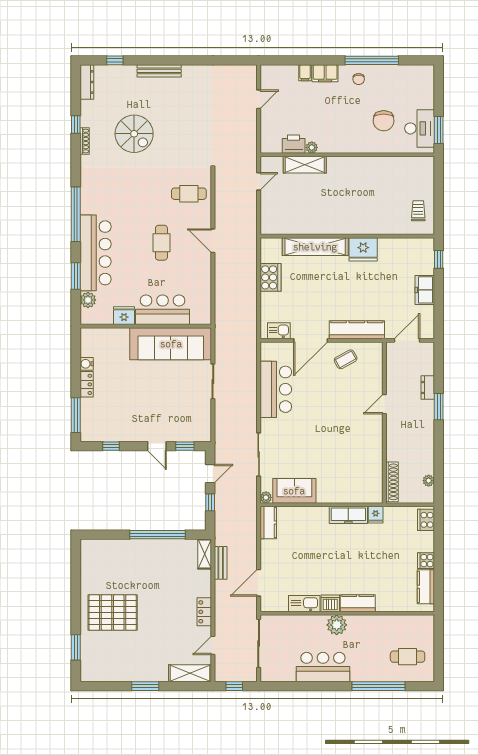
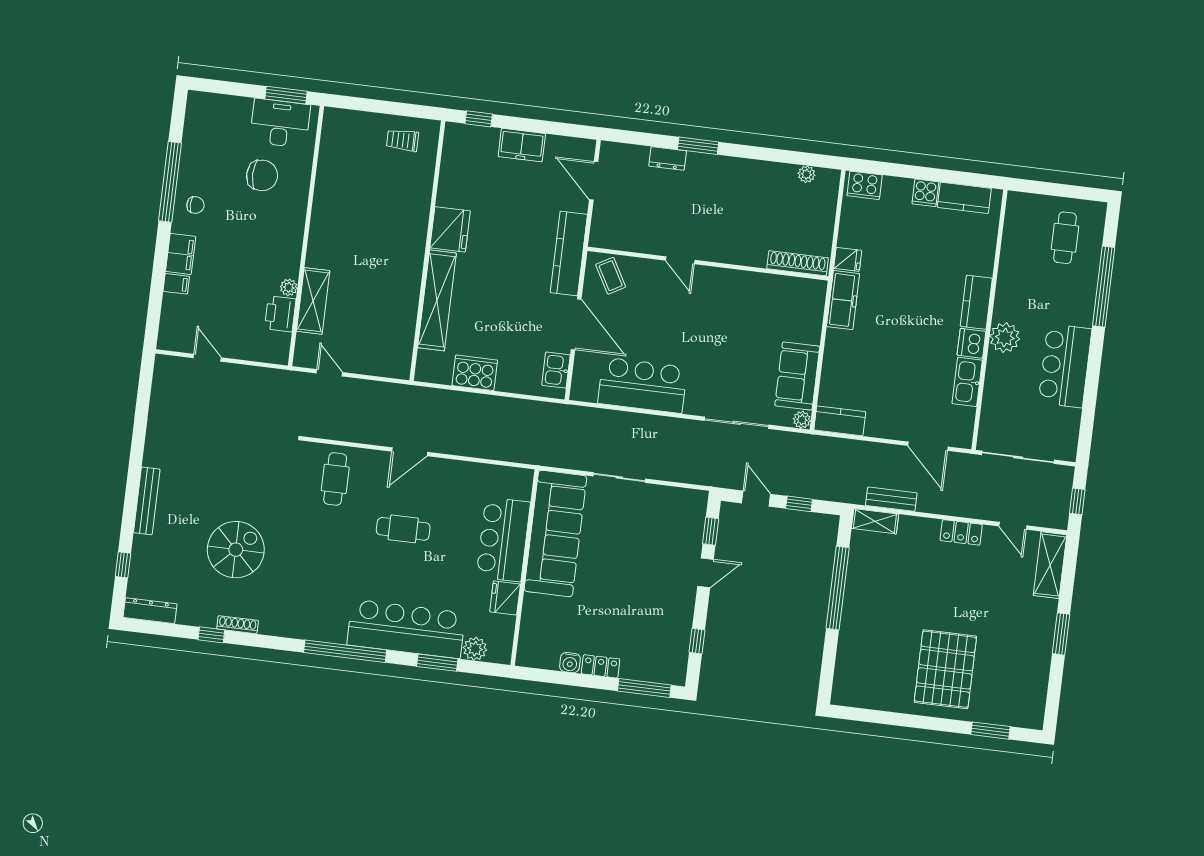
door: (384, 404) -> (680, 260), moved
wall: (384, 423) -> (708, 264), moved
shoe rack: (392, 482) -> (798, 263), moved

